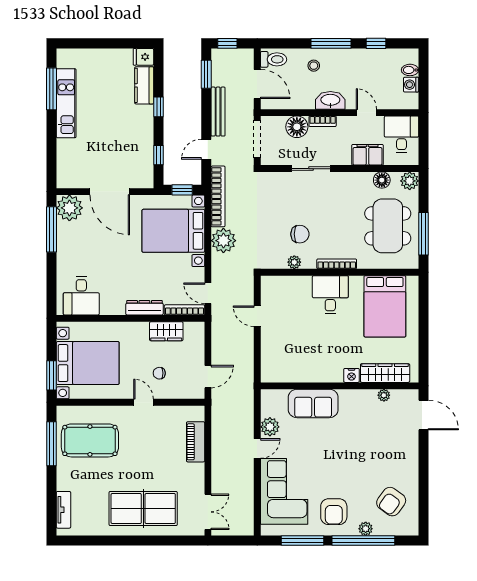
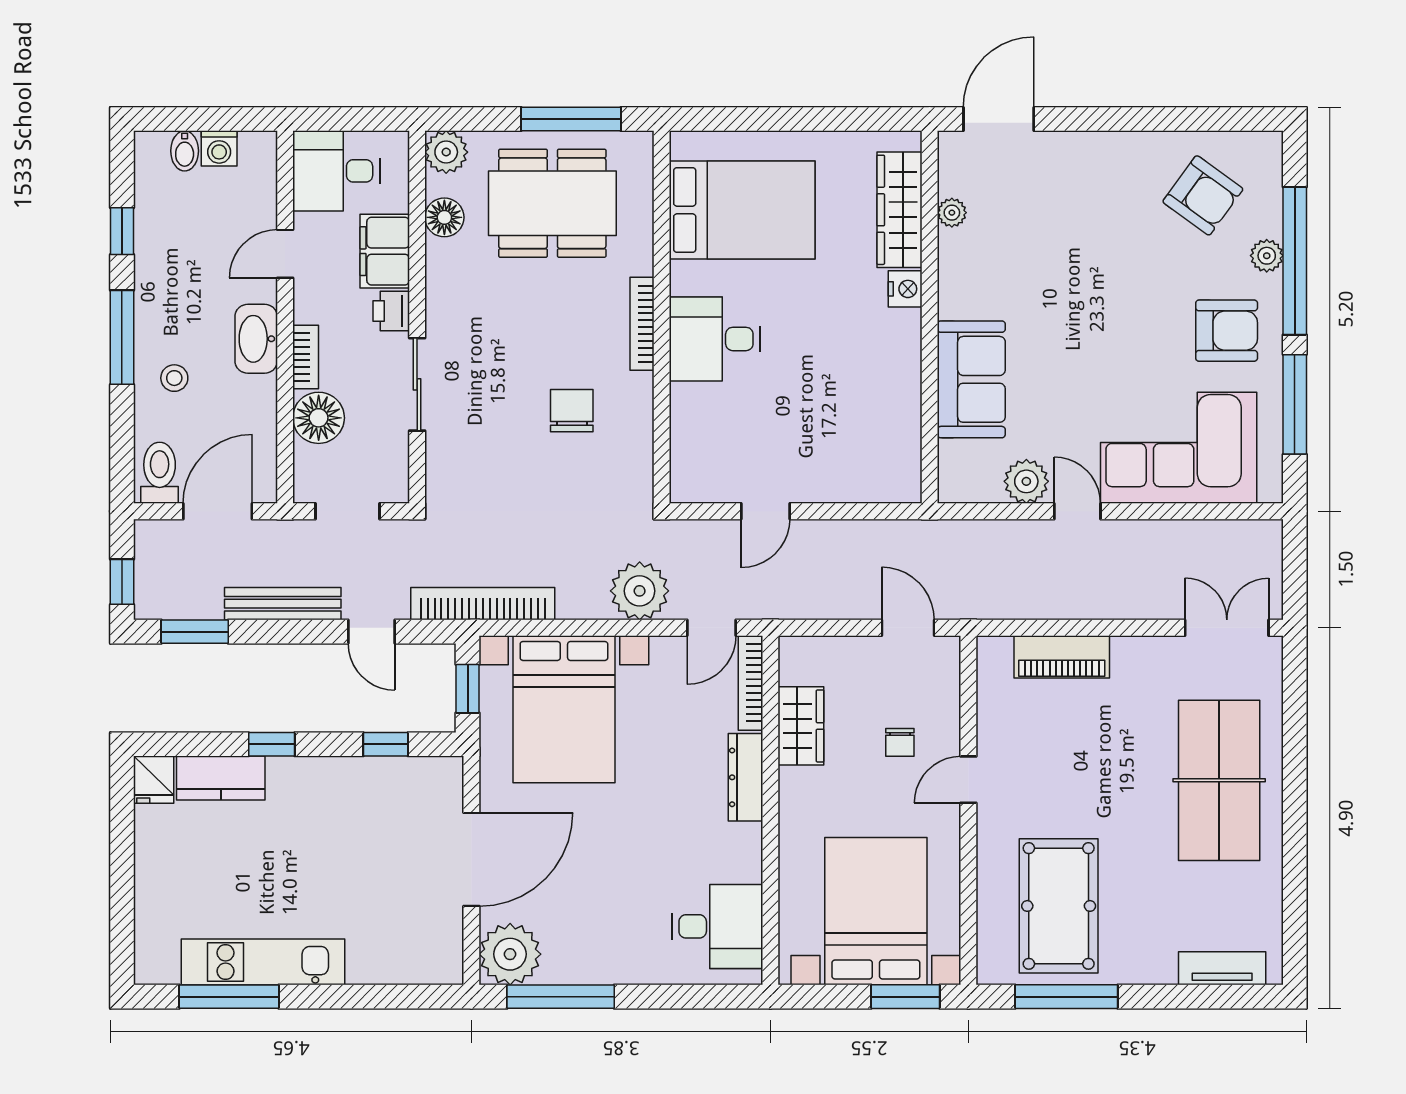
doorway: (257, 139) -> (348, 511), width x0.73
printer: (342, 158) -> (391, 311), added
plant: (223, 241) -> (640, 591), moved
plant: (294, 262) -> (638, 424), removed

